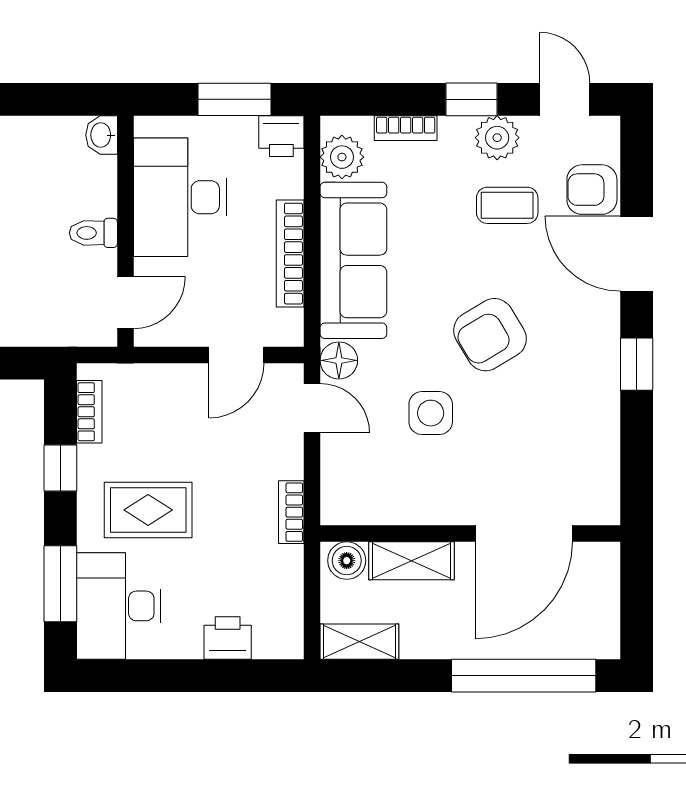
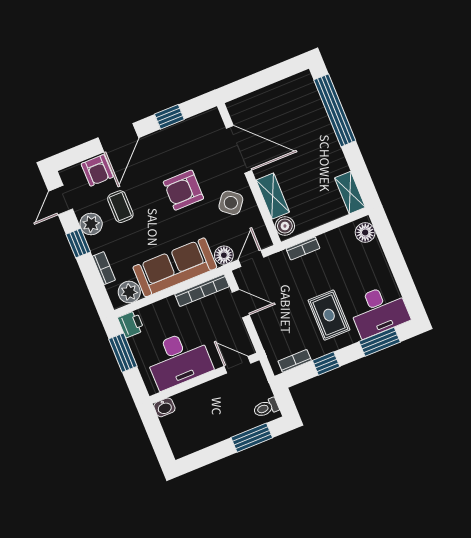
toilet: (93, 233) -> (266, 408), moved, turned 90
bookcase: (290, 254) -> (202, 290), moved
armchair: (490, 335) -> (183, 190), turned 121
side table: (431, 413) -> (231, 203), turned 38
wall: (470, 534) -> (249, 174), moved
door: (524, 534) -> (239, 149), moved
boiler: (347, 561) -> (285, 226), moved
shelving: (411, 561) -> (273, 196), moved
printer: (228, 638) -> (373, 254), removed
floor lamp: (274, 640) -> (365, 232), added

